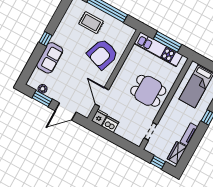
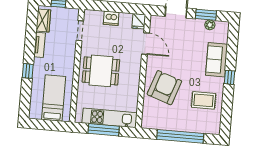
rug: (91, 23) -> (204, 100), moved
dishwasher: (110, 124) -> (111, 18), moved

